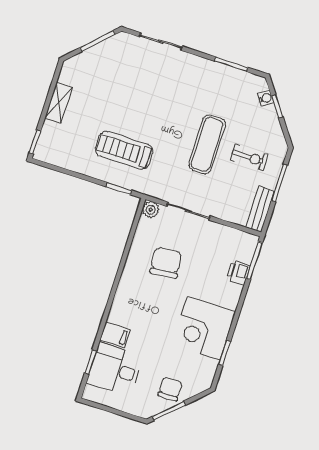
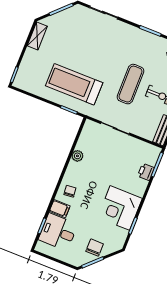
shelving: (59, 103) -> (37, 36), moved
treadmill: (124, 150) -> (74, 84), width x1.37, depth x1.38
plant: (151, 210) -> (77, 156), moved
chair: (166, 263) -> (70, 191), moved, width x0.54, depth x0.54

